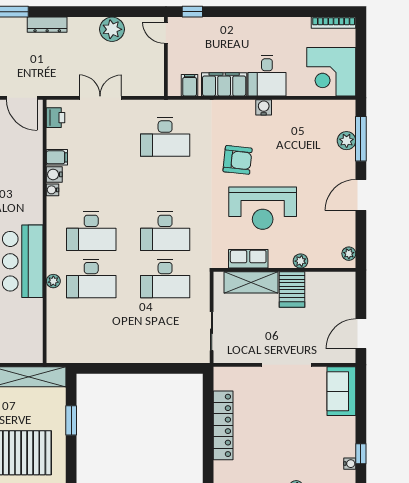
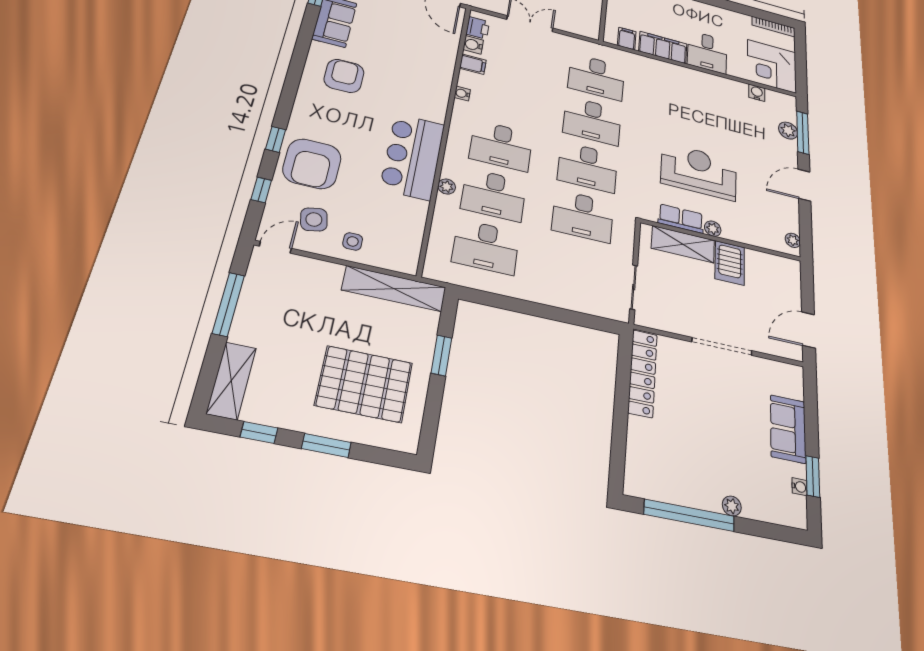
water cooler: (264, 107) -> (757, 93), moved
armchair: (238, 160) -> (673, 119), removed
water cooler: (54, 174) -> (473, 45), moved
desk: (165, 184) -> (592, 121), added
reception desk: (263, 208) -> (699, 171), turned 180
plant: (301, 261) -> (713, 229), moved
desk: (91, 326) -> (486, 247), added
sofa: (341, 391) -> (788, 429), moved
locker: (223, 425) -> (643, 373), moved
window: (361, 454) -> (813, 476), width x1.50

